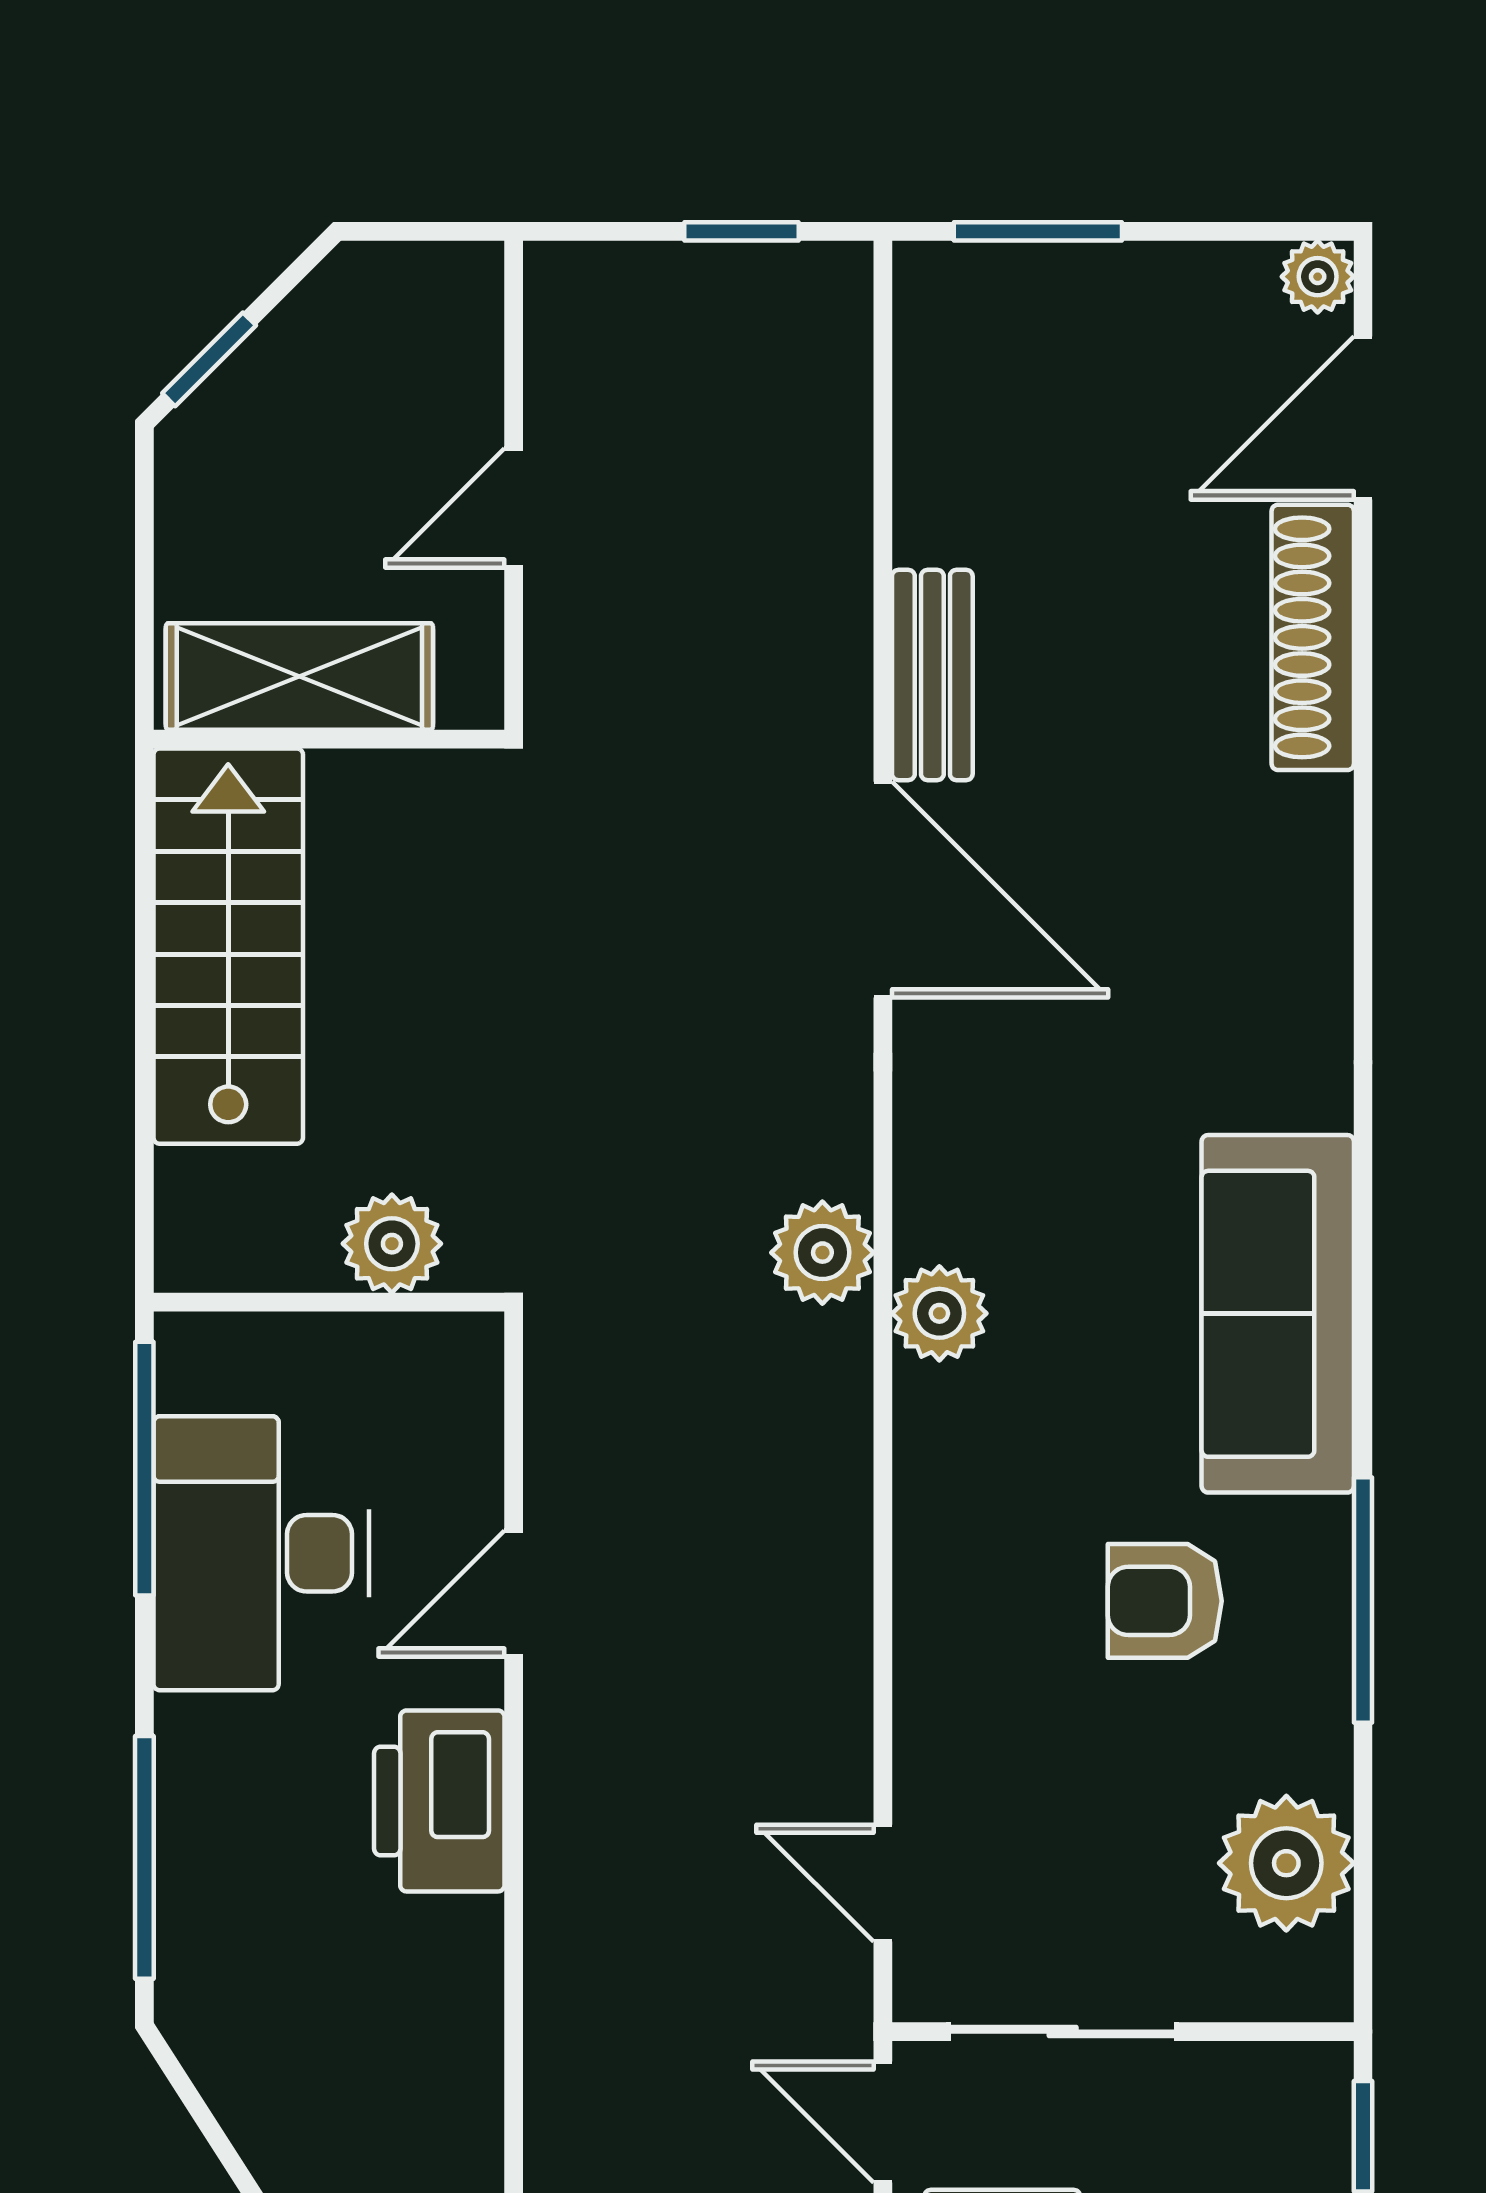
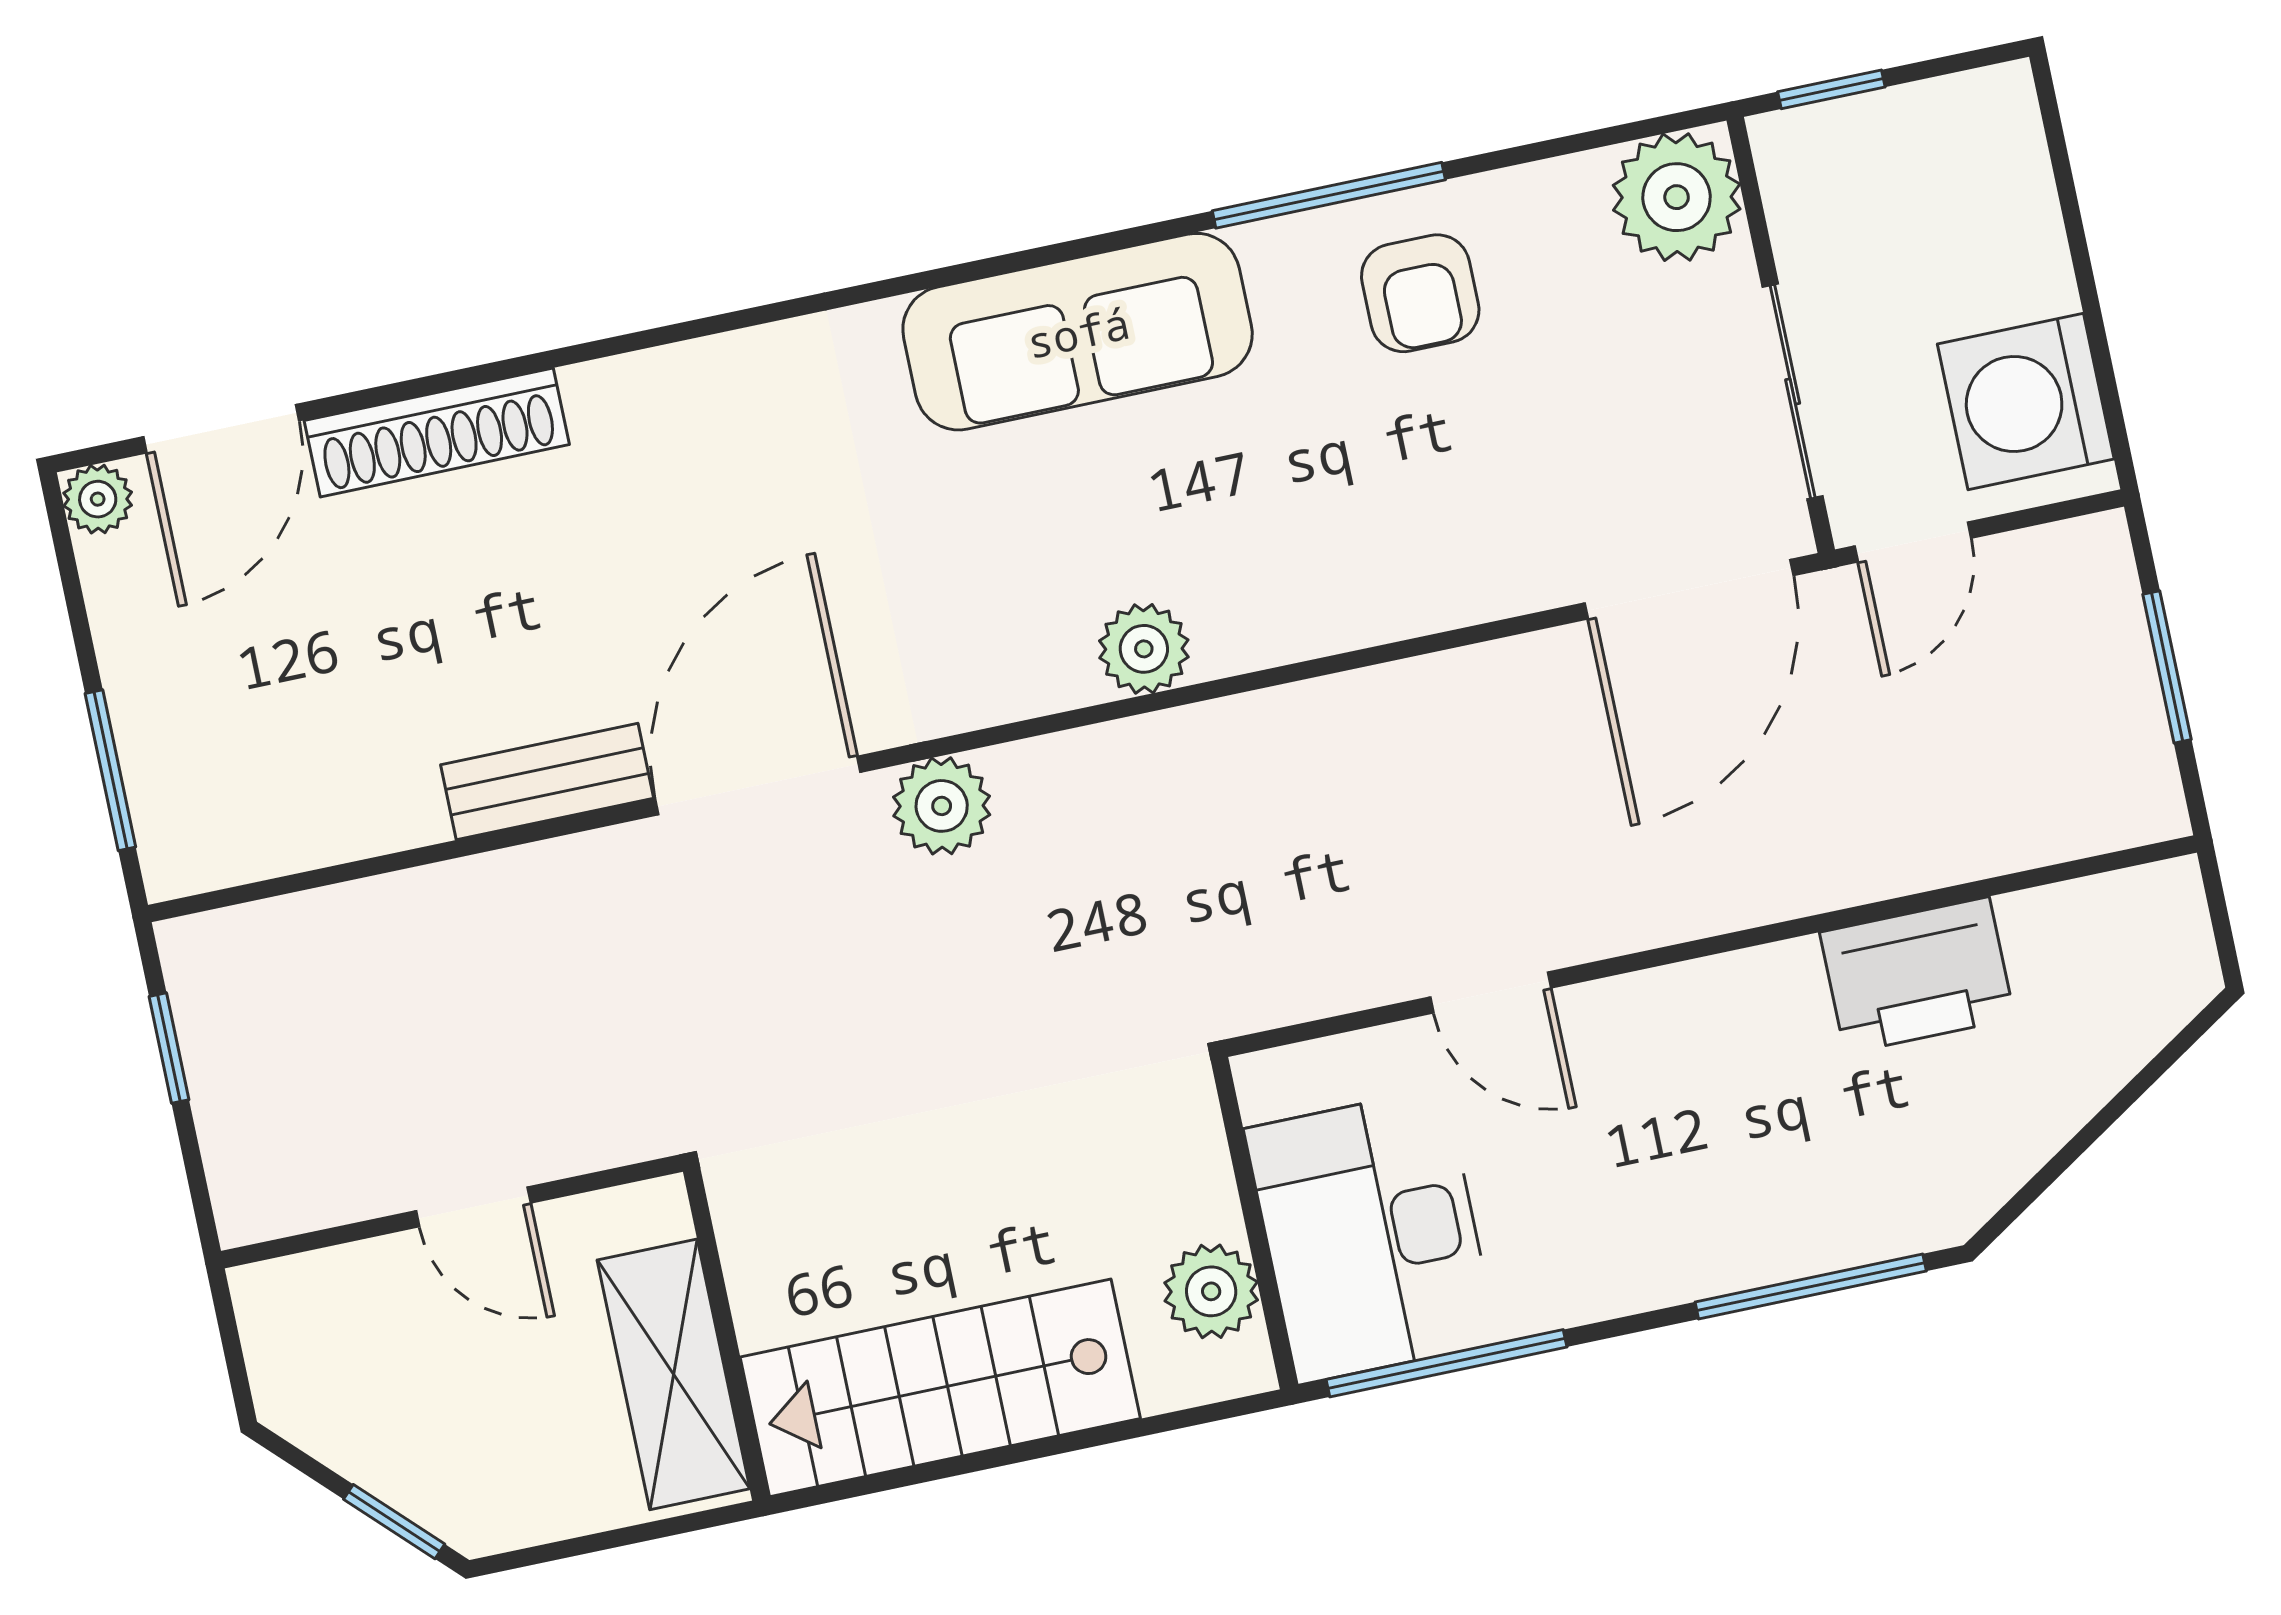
door: (1363, 418) -> (221, 429), hinge flipped
plant: (392, 1244) -> (1211, 1291), moved
plant: (822, 1253) -> (942, 806), moved
desk: (261, 1553) -> (1371, 1236), moved, turned 90
armchair: (1165, 1601) -> (1420, 293), moved
printer: (439, 1801) -> (1917, 975), moved
plant: (1286, 1863) -> (1677, 197), moved
door: (883, 1883) -> (1689, 589), width x1.87

